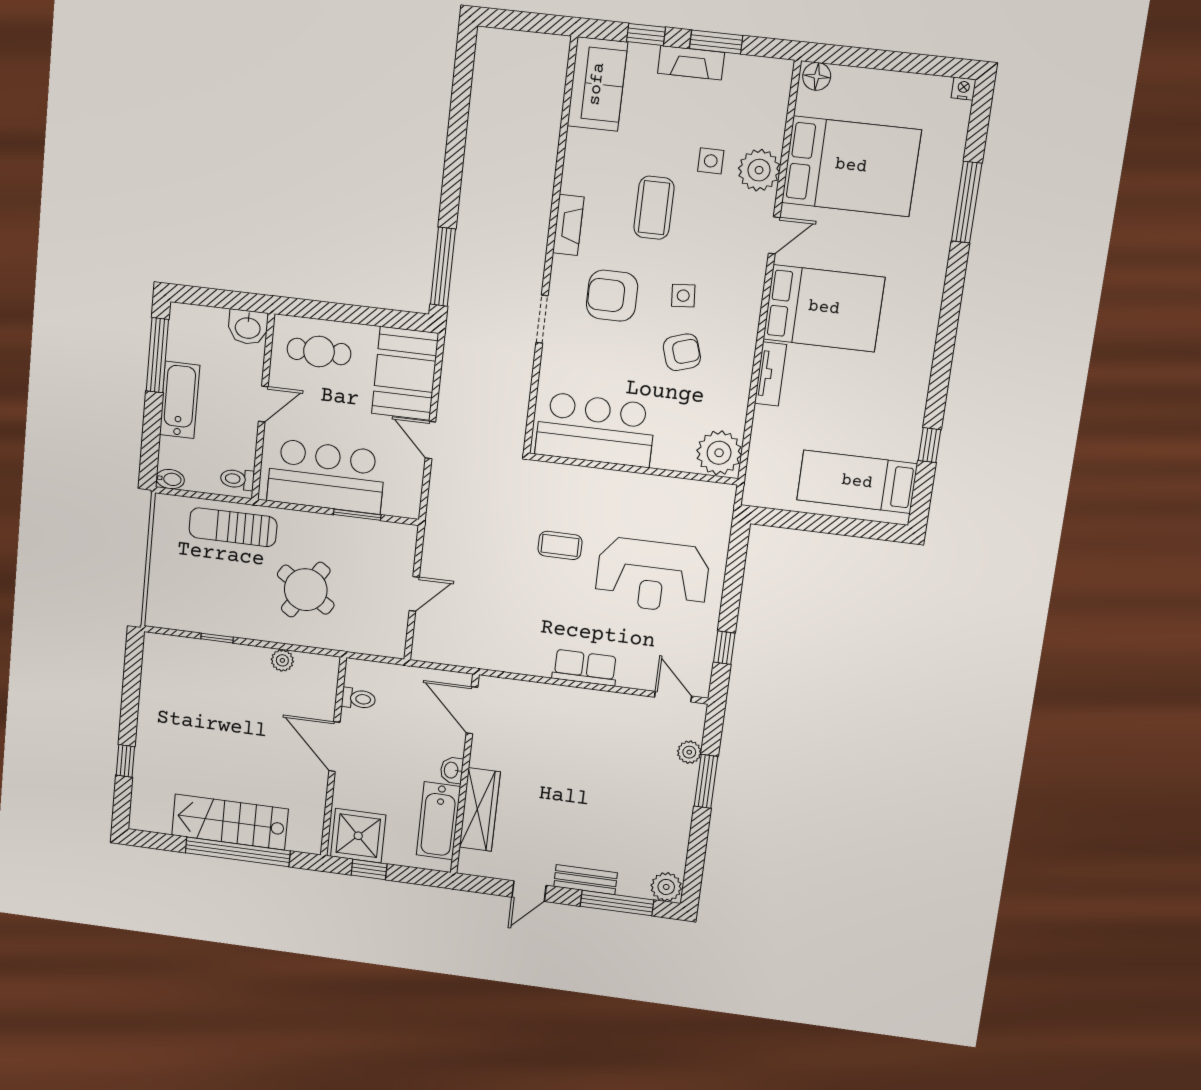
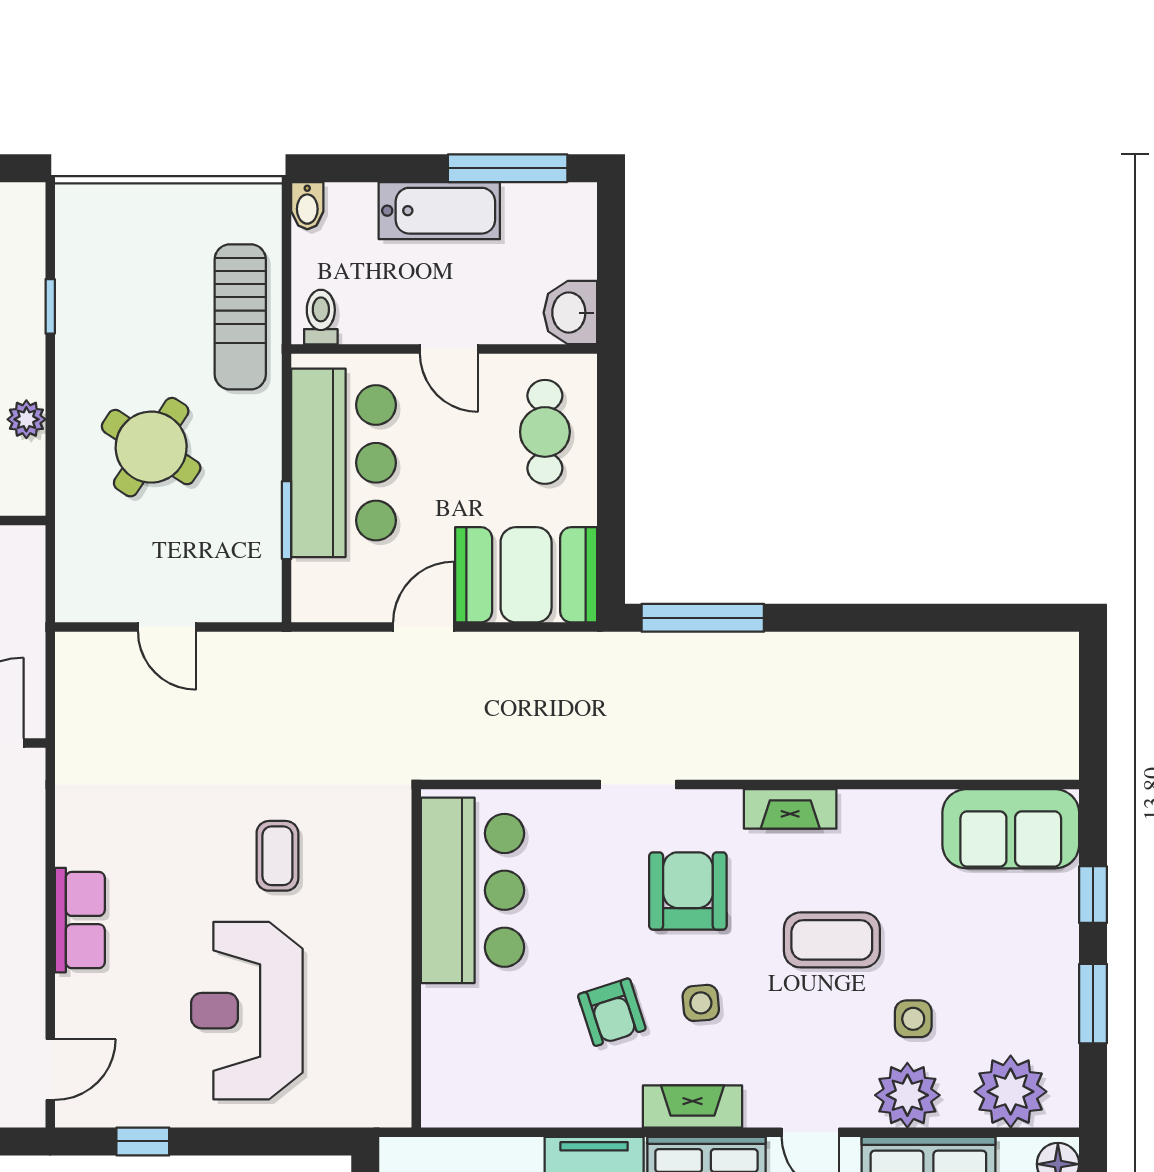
fireplace: (691, 63) -> (693, 1106), moved, turned 90
plant: (719, 453) -> (1011, 1092), moved
sun lounger: (233, 527) -> (240, 317), turned 180

